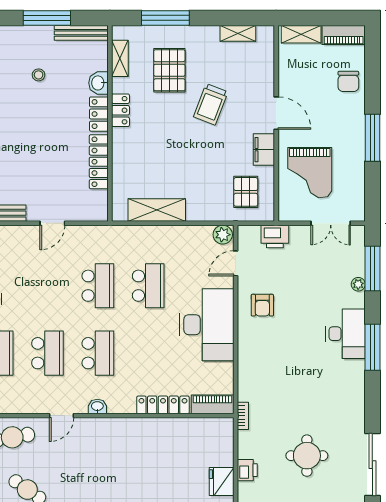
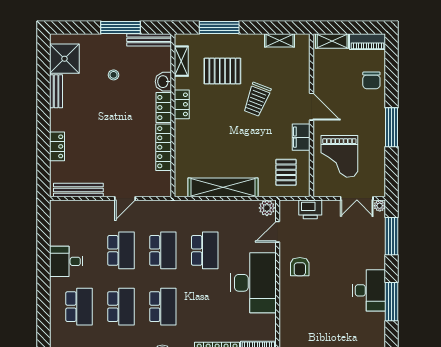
pallet: (169, 70) -> (222, 71), turned 90
shelving: (157, 210) -> (223, 187), width x1.47
plant: (358, 284) -> (380, 206), moved
school desk: (47, 286) -> (121, 250), added

